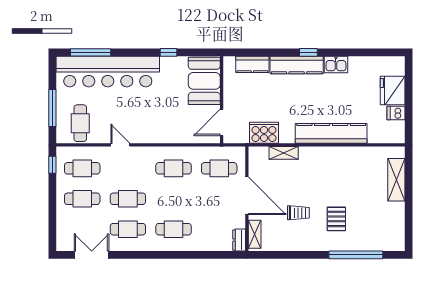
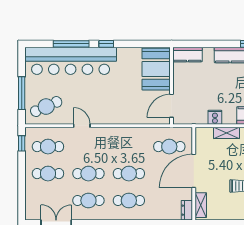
window: (91, 52) -> (71, 44), moved
window: (169, 52) -> (106, 44), moved
kitchen counter: (252, 64) -> (187, 54), moved
cafe table: (80, 123) -> (46, 107), turned 66
cooker: (264, 133) -> (215, 117), width x0.53, depth x0.76
cafe table: (174, 168) -> (129, 174), moved
door: (247, 196) -> (194, 171), swing flipped

